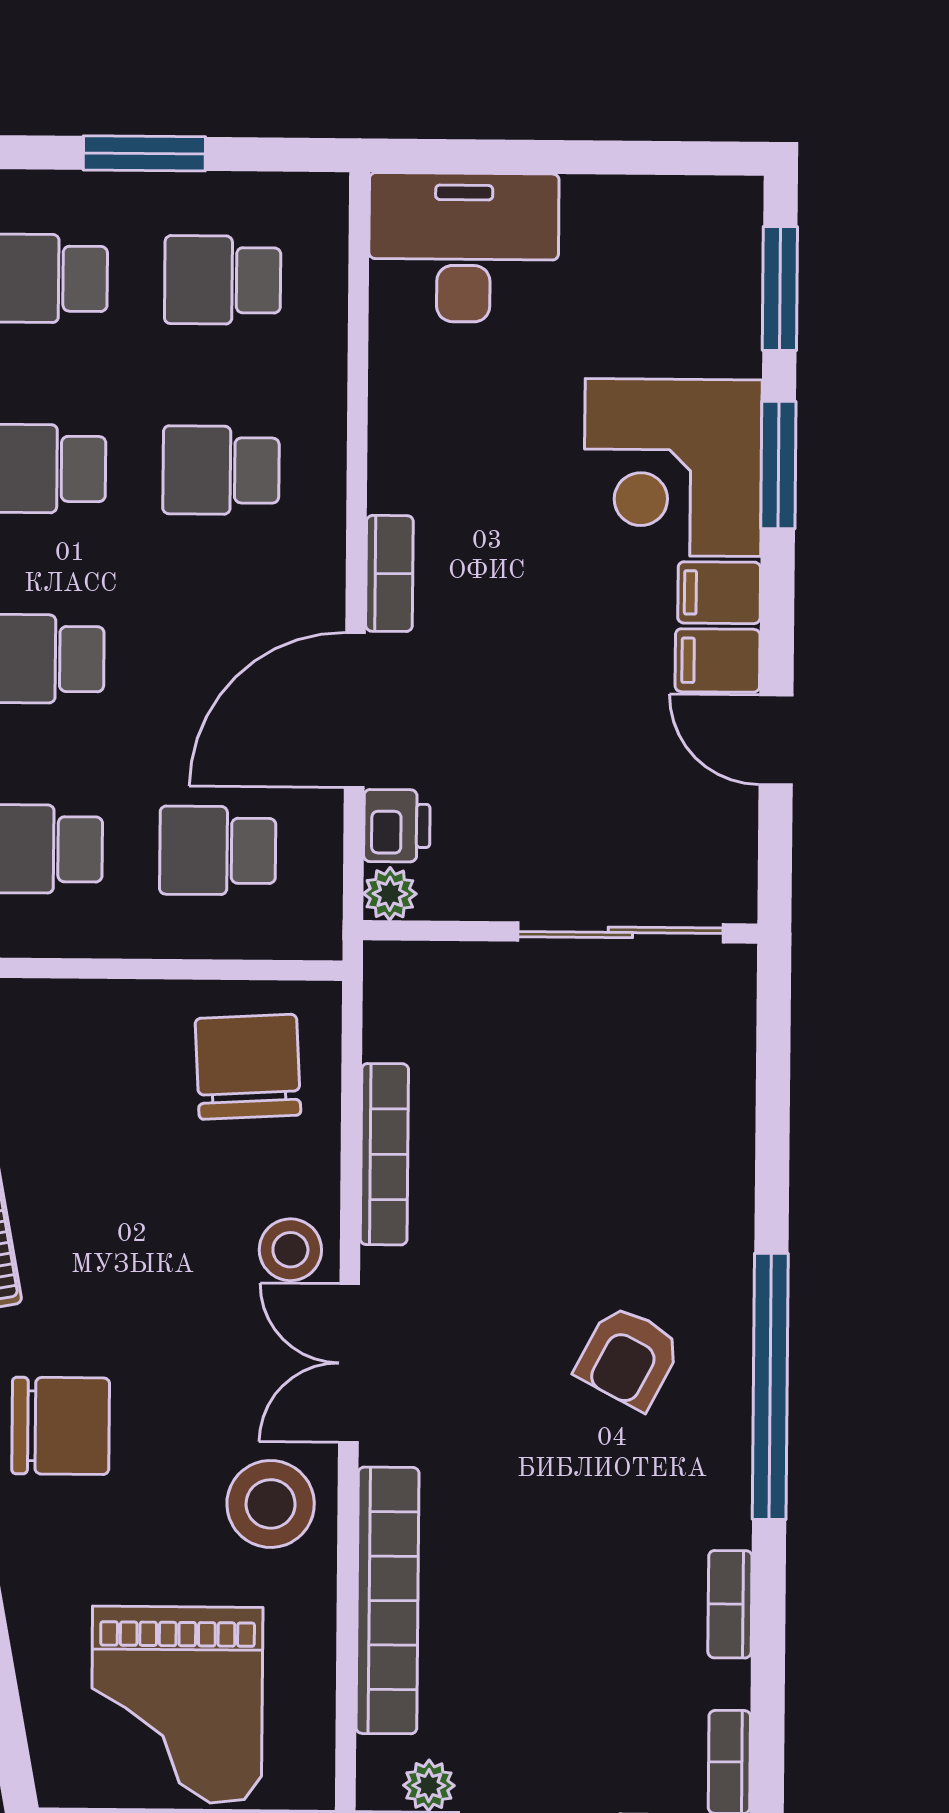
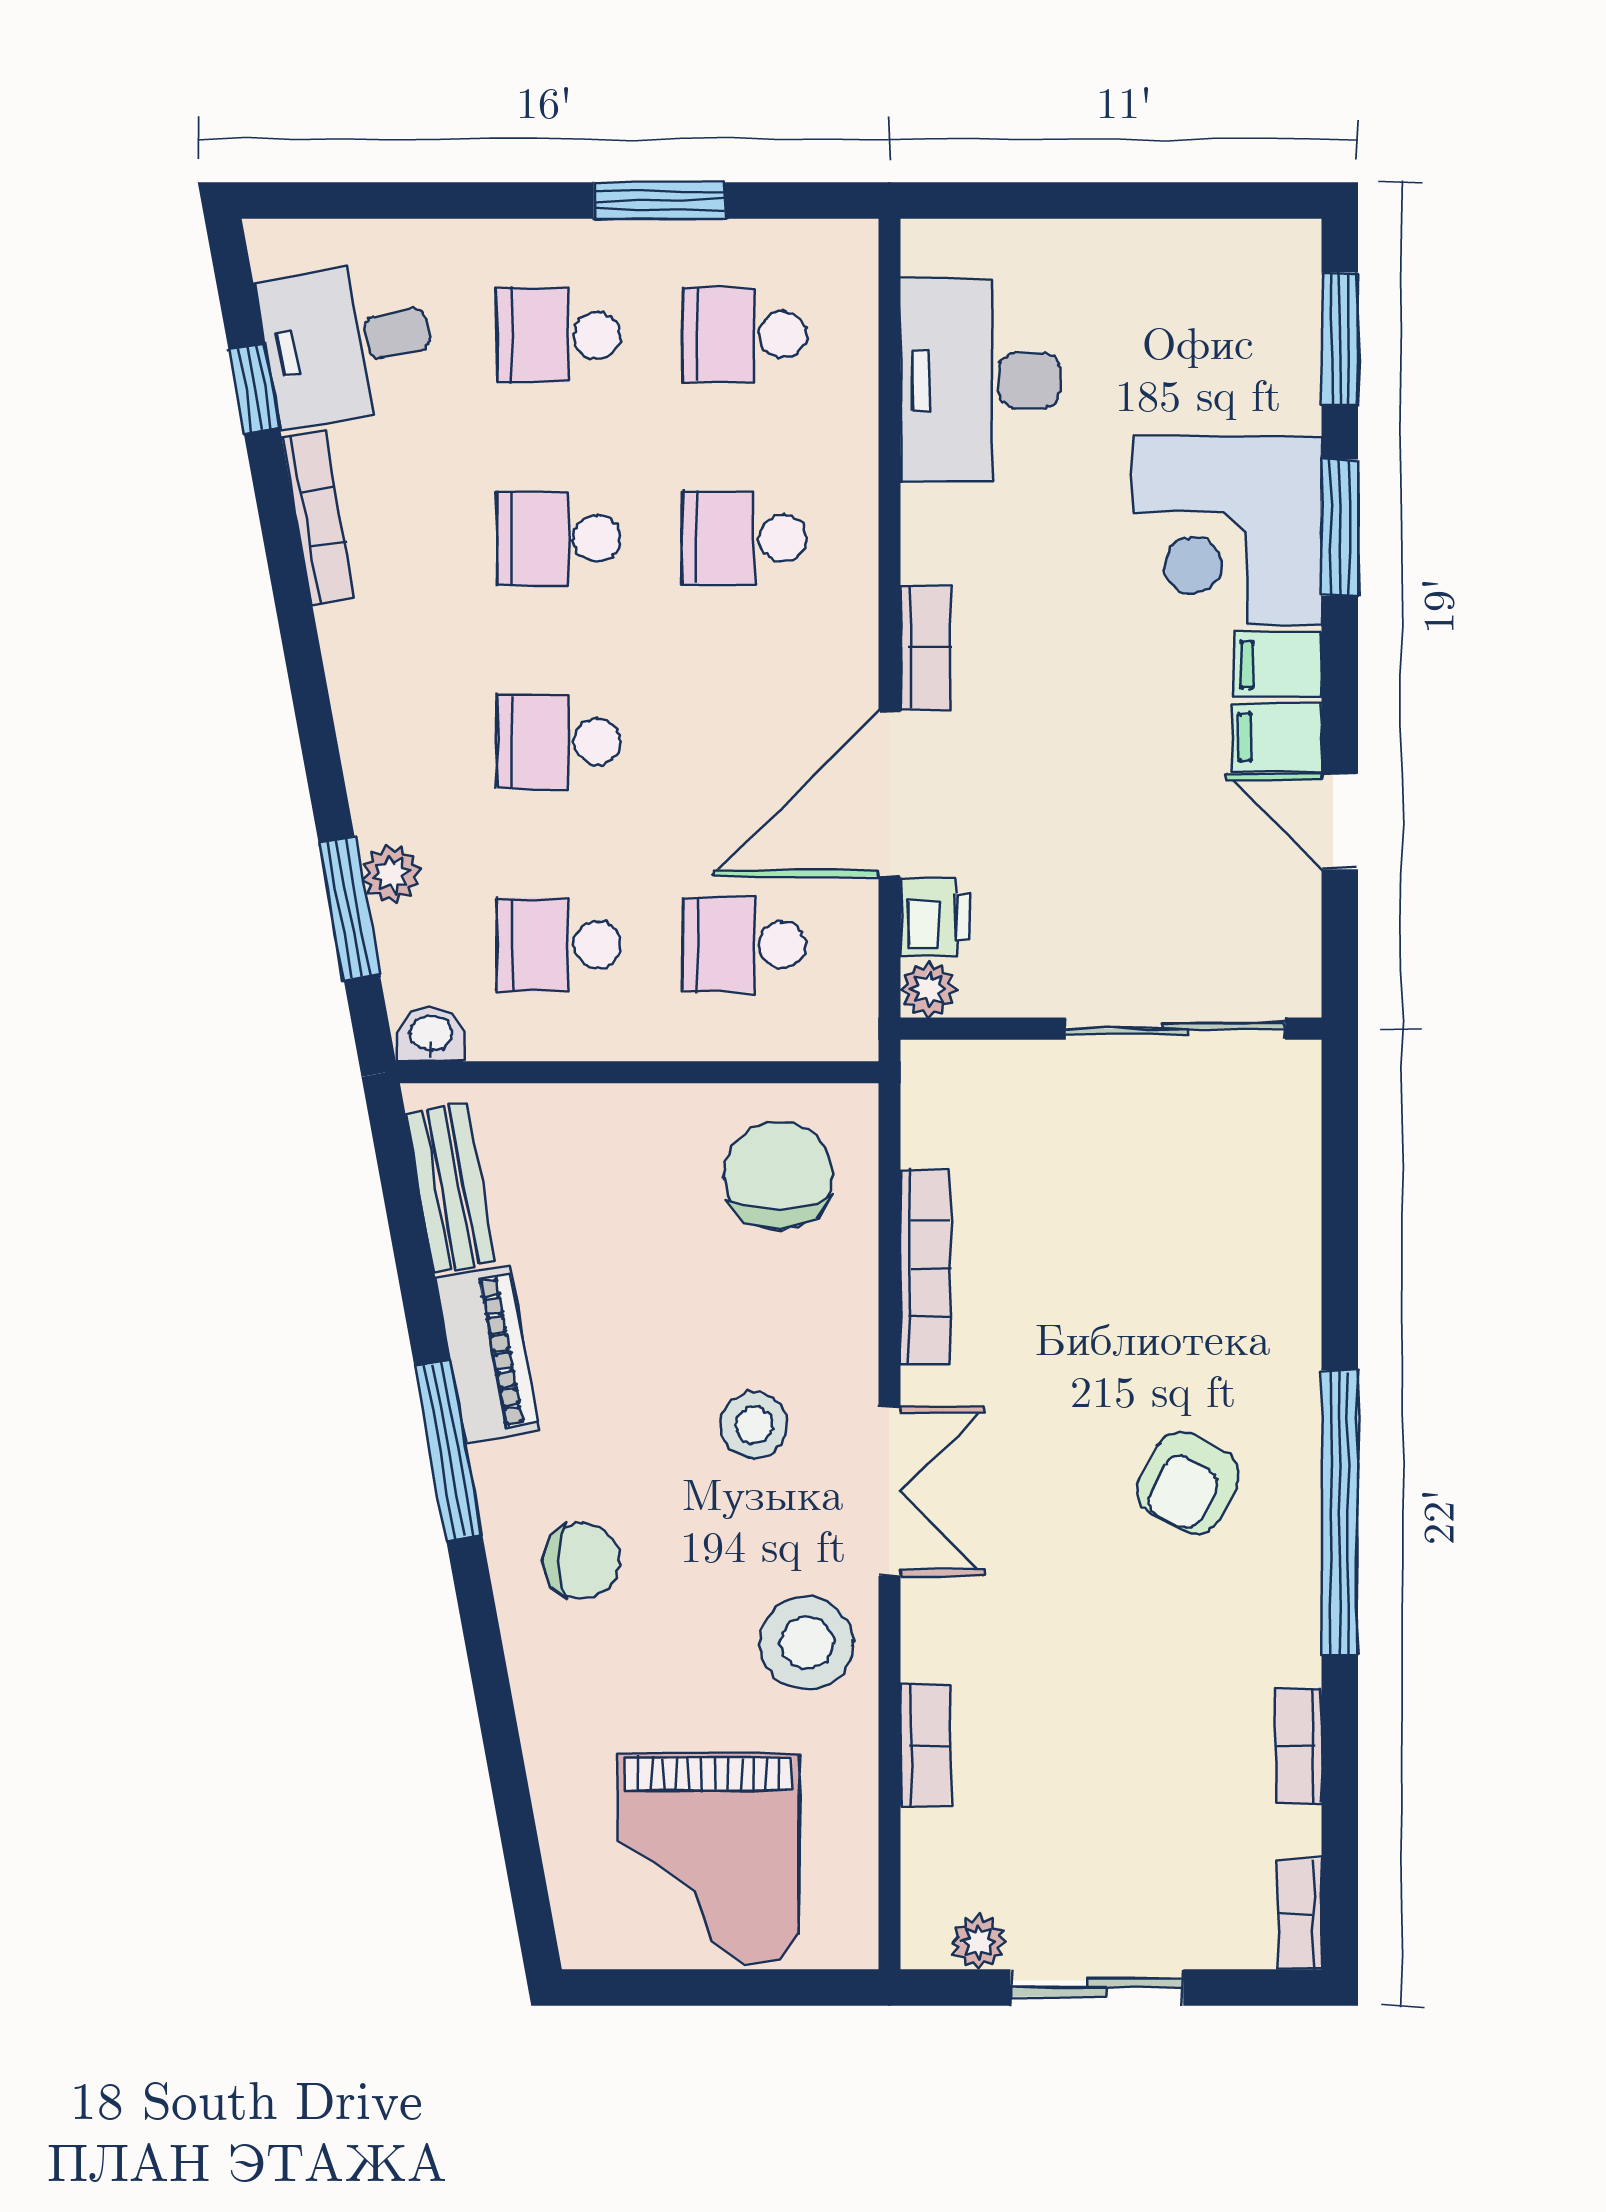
desk: (464, 248) -> (980, 380), moved, turned -90
stool: (290, 1250) -> (754, 1425), moved
double door: (349, 1363) -> (889, 1491), swing flipped
chair: (61, 1426) -> (582, 1561), width x0.73, depth x0.73
bookcase: (388, 1600) -> (925, 1745), width x0.43, depth x0.76

